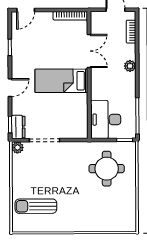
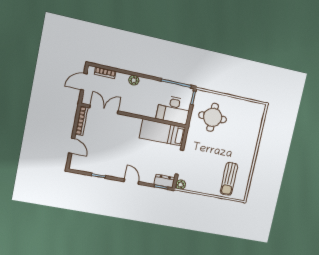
door: (26, 10) -> (72, 146), moved
double door: (89, 51) -> (104, 109), moved
bed: (61, 81) -> (163, 133), moved, turned 90

